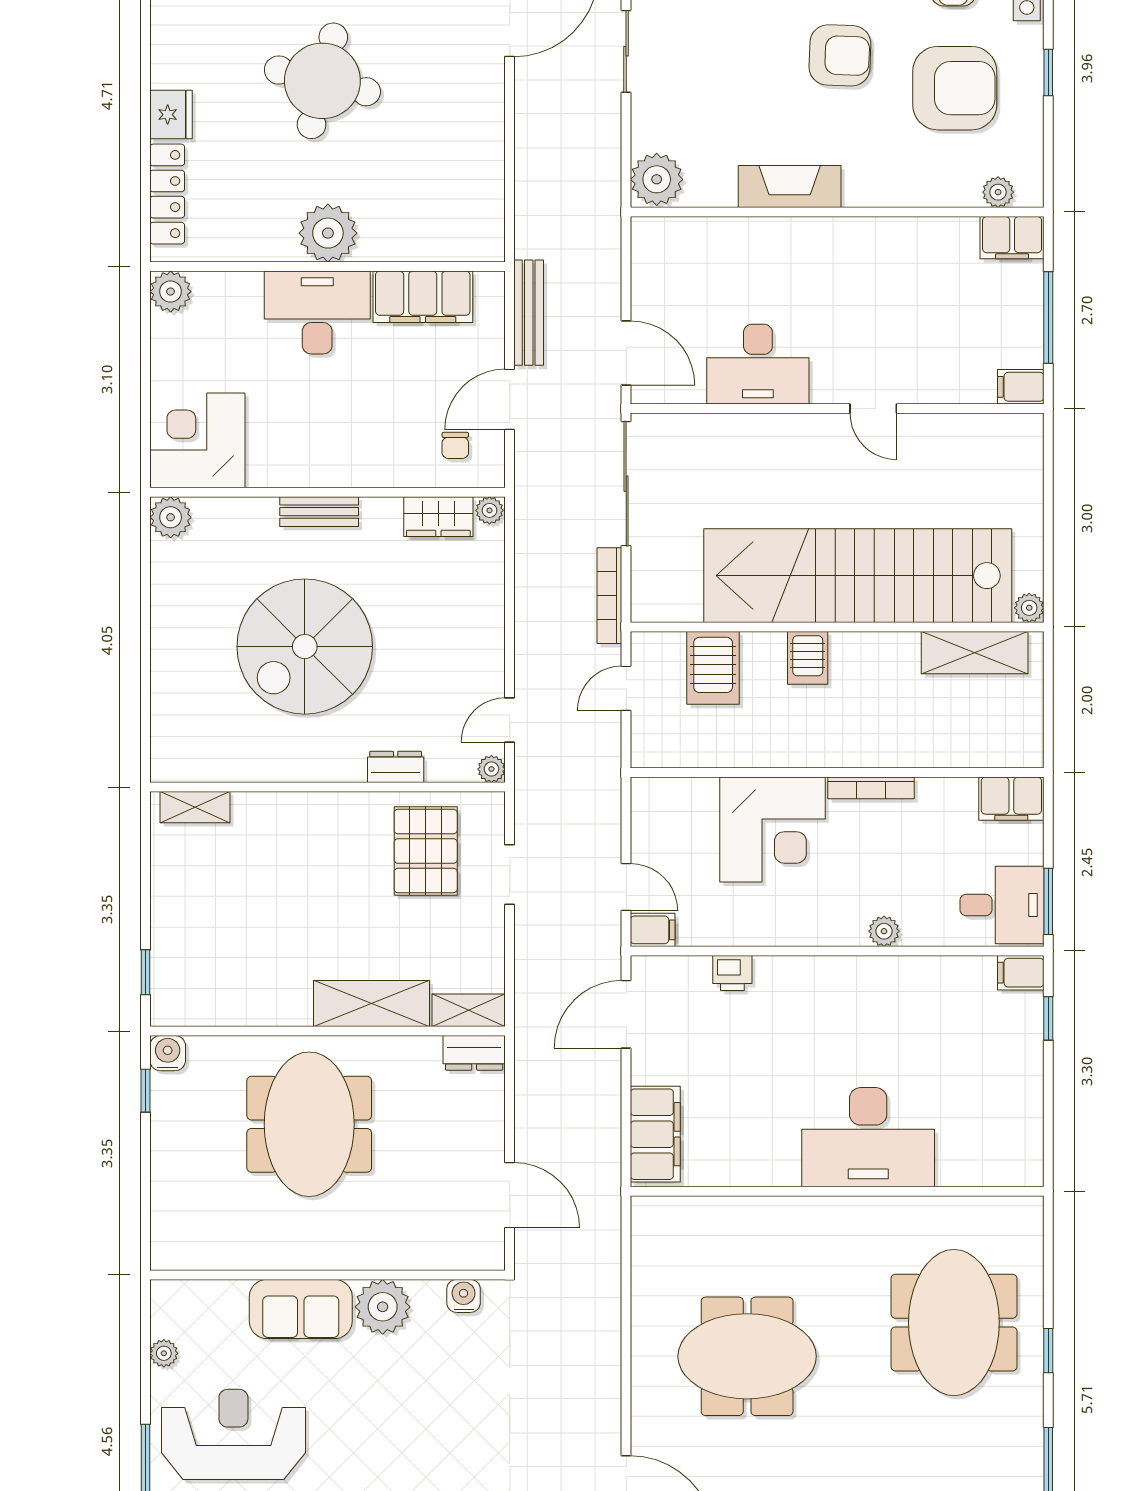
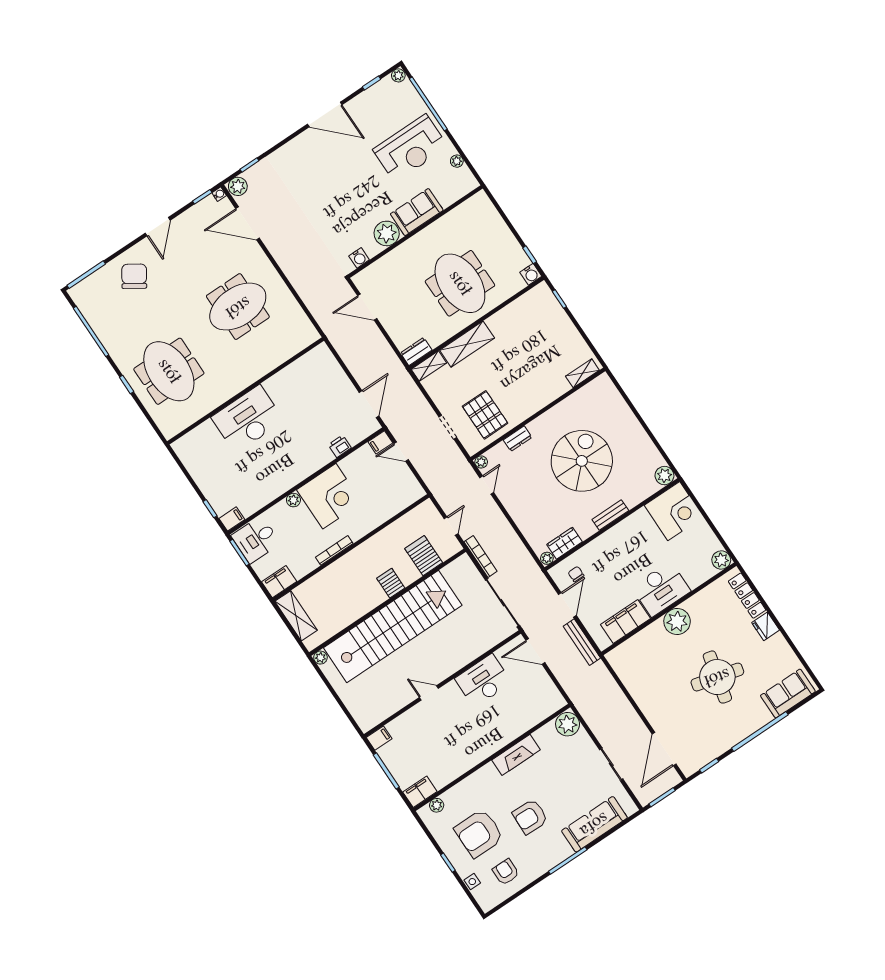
shelving: (975, 653) -> (296, 616), moved, turned 90
corner desk: (772, 830) -> (329, 496), moved, turned 180
filing cabinet: (655, 1134) -> (328, 367), removed

